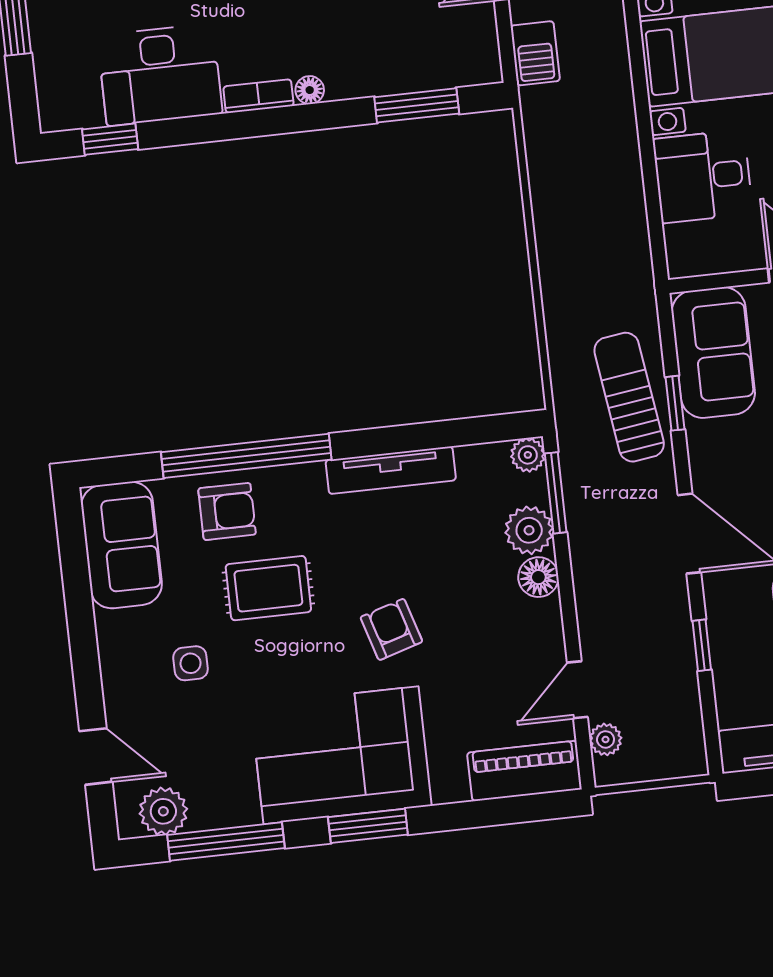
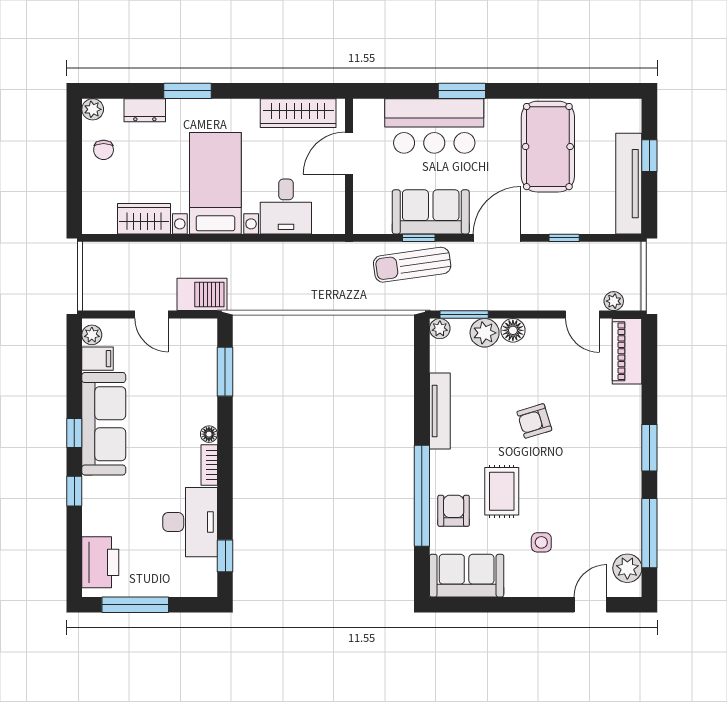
barbecue: (535, 53) -> (202, 294), width x1.38, depth x1.27
sofa: (713, 353) -> (431, 212), moved
corner sofa: (341, 755) -> (606, 459), removed

